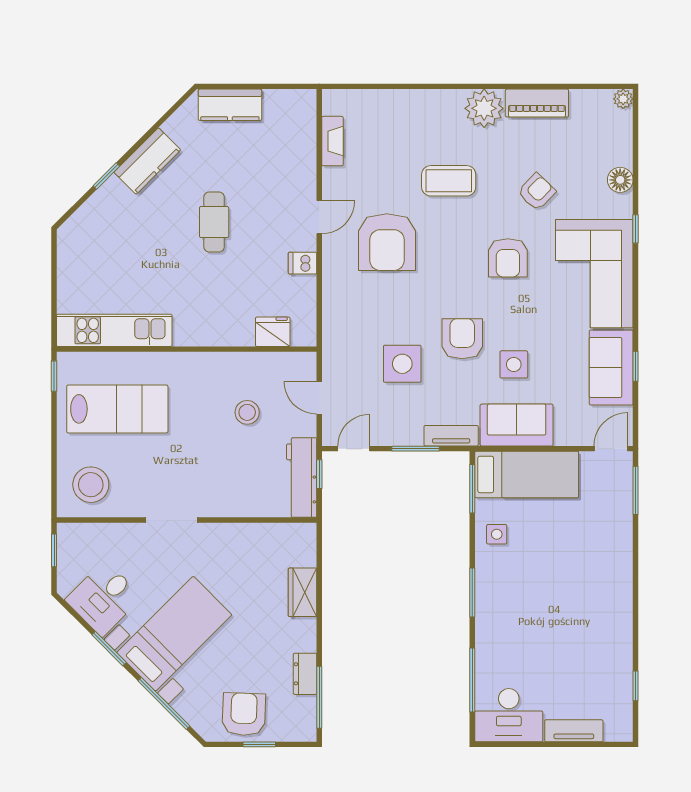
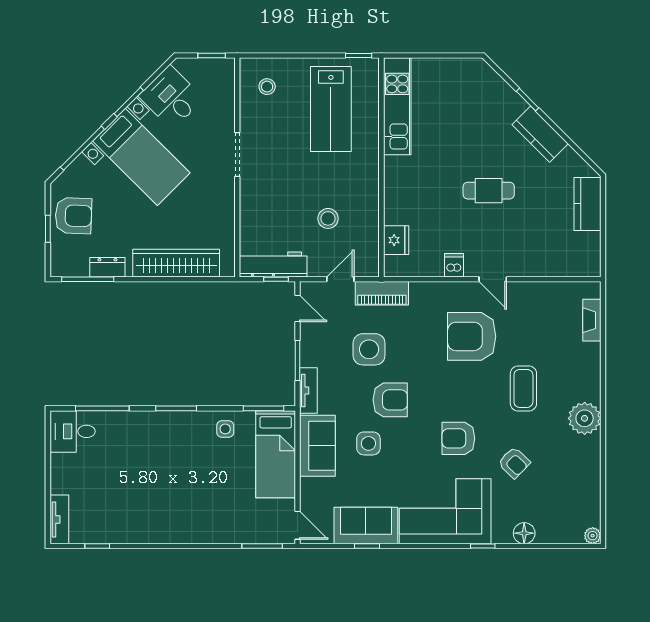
piano: (537, 103) -> (382, 293), moved, turned -90
fireplace: (332, 141) -> (592, 320), moved, turned 90
stool: (91, 485) -> (267, 87), width x0.53, depth x0.53
wardrobe: (303, 592) -> (176, 263), width x2.10, depth x1.17
desk: (509, 715) -> (73, 431), width x0.73
tv unit: (574, 731) -> (59, 519), moved

